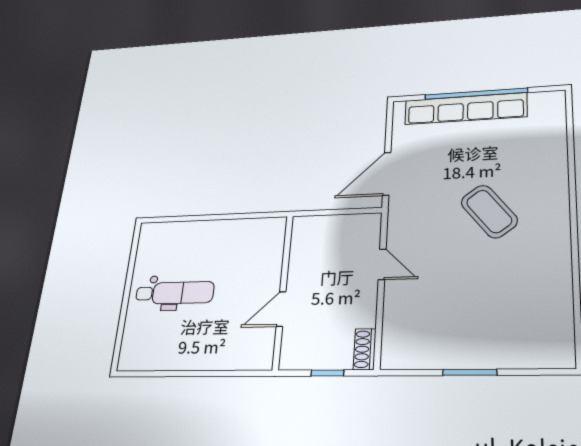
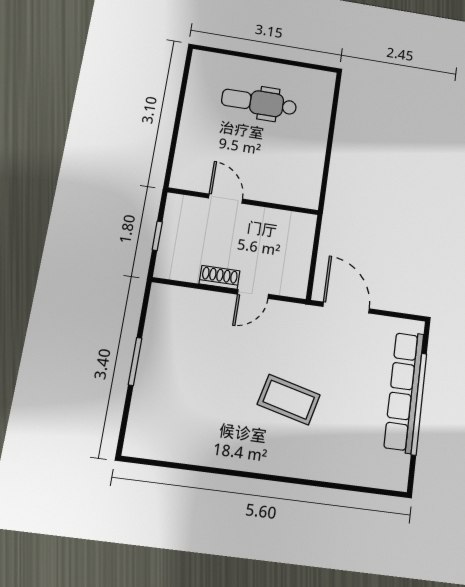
coffee table: (489, 211) -> (289, 400), turned 52
dental chair: (175, 293) -> (259, 103), turned 90
shoe rack: (365, 349) -> (219, 277), moved

